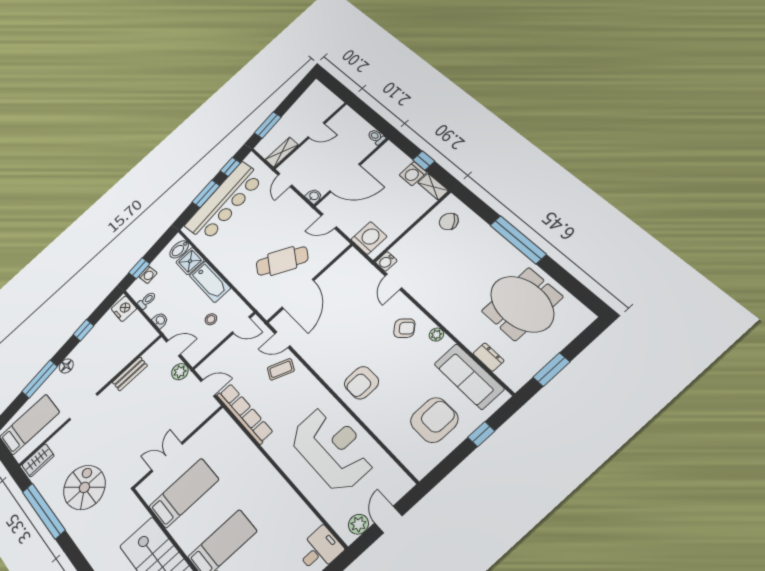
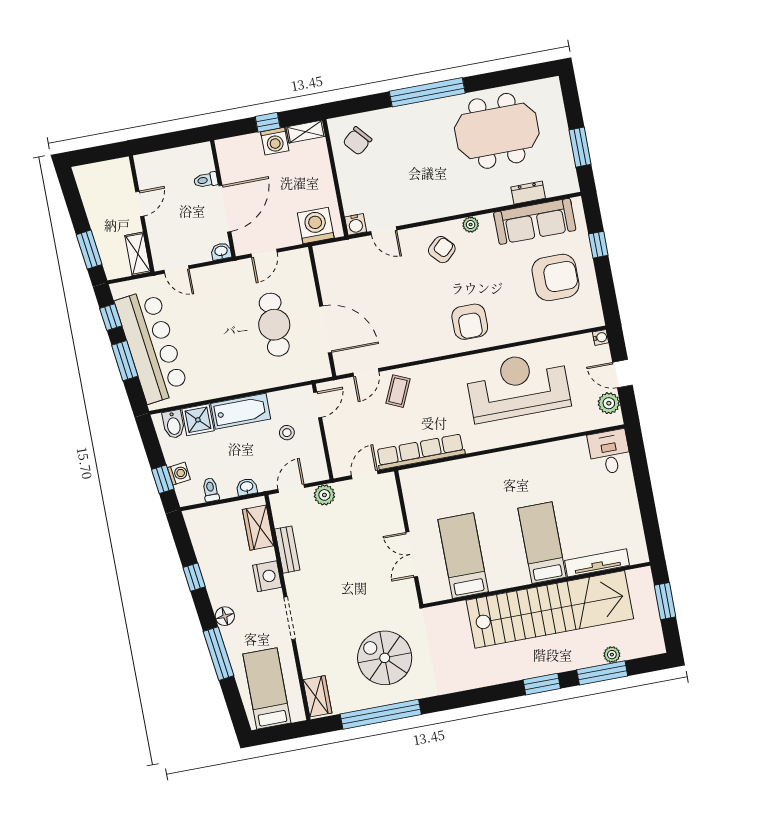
toilet: (376, 137) -> (206, 180), moved
cafe table: (282, 261) -> (274, 325), turned -31
nightstand: (124, 309) -> (267, 576), moved, turned 90
wardrobe: (136, 346) -> (258, 528), added
armchair: (434, 420) -> (555, 277), turned 90
water cooler: (407, 484) -> (601, 337), added

